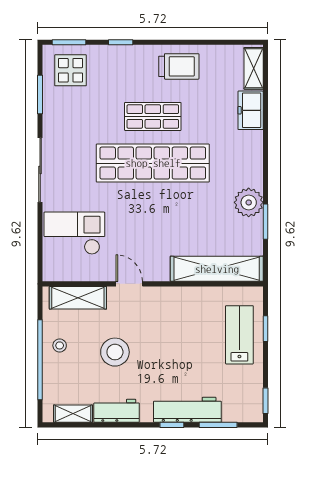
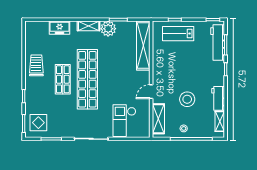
shelving: (254, 68) -> (89, 26), moved
workbench: (187, 410) -> (218, 43), moved

